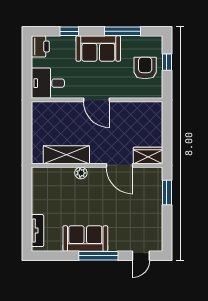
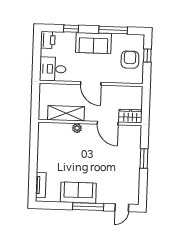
shelving: (66, 155) -> (66, 113), moved
wardrobe: (148, 156) -> (130, 116), moved
wall: (97, 165) -> (90, 123), moved
door: (119, 165) -> (108, 123), moved
plant: (81, 173) -> (77, 128), moved

